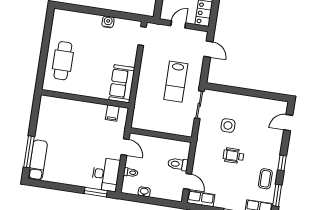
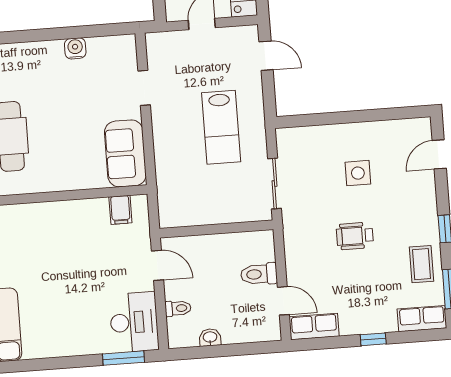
doorway: (142, 36) -> (144, 88), moved
sliding door: (199, 105) -> (275, 184), moved
side table: (228, 125) -> (358, 173), moved

